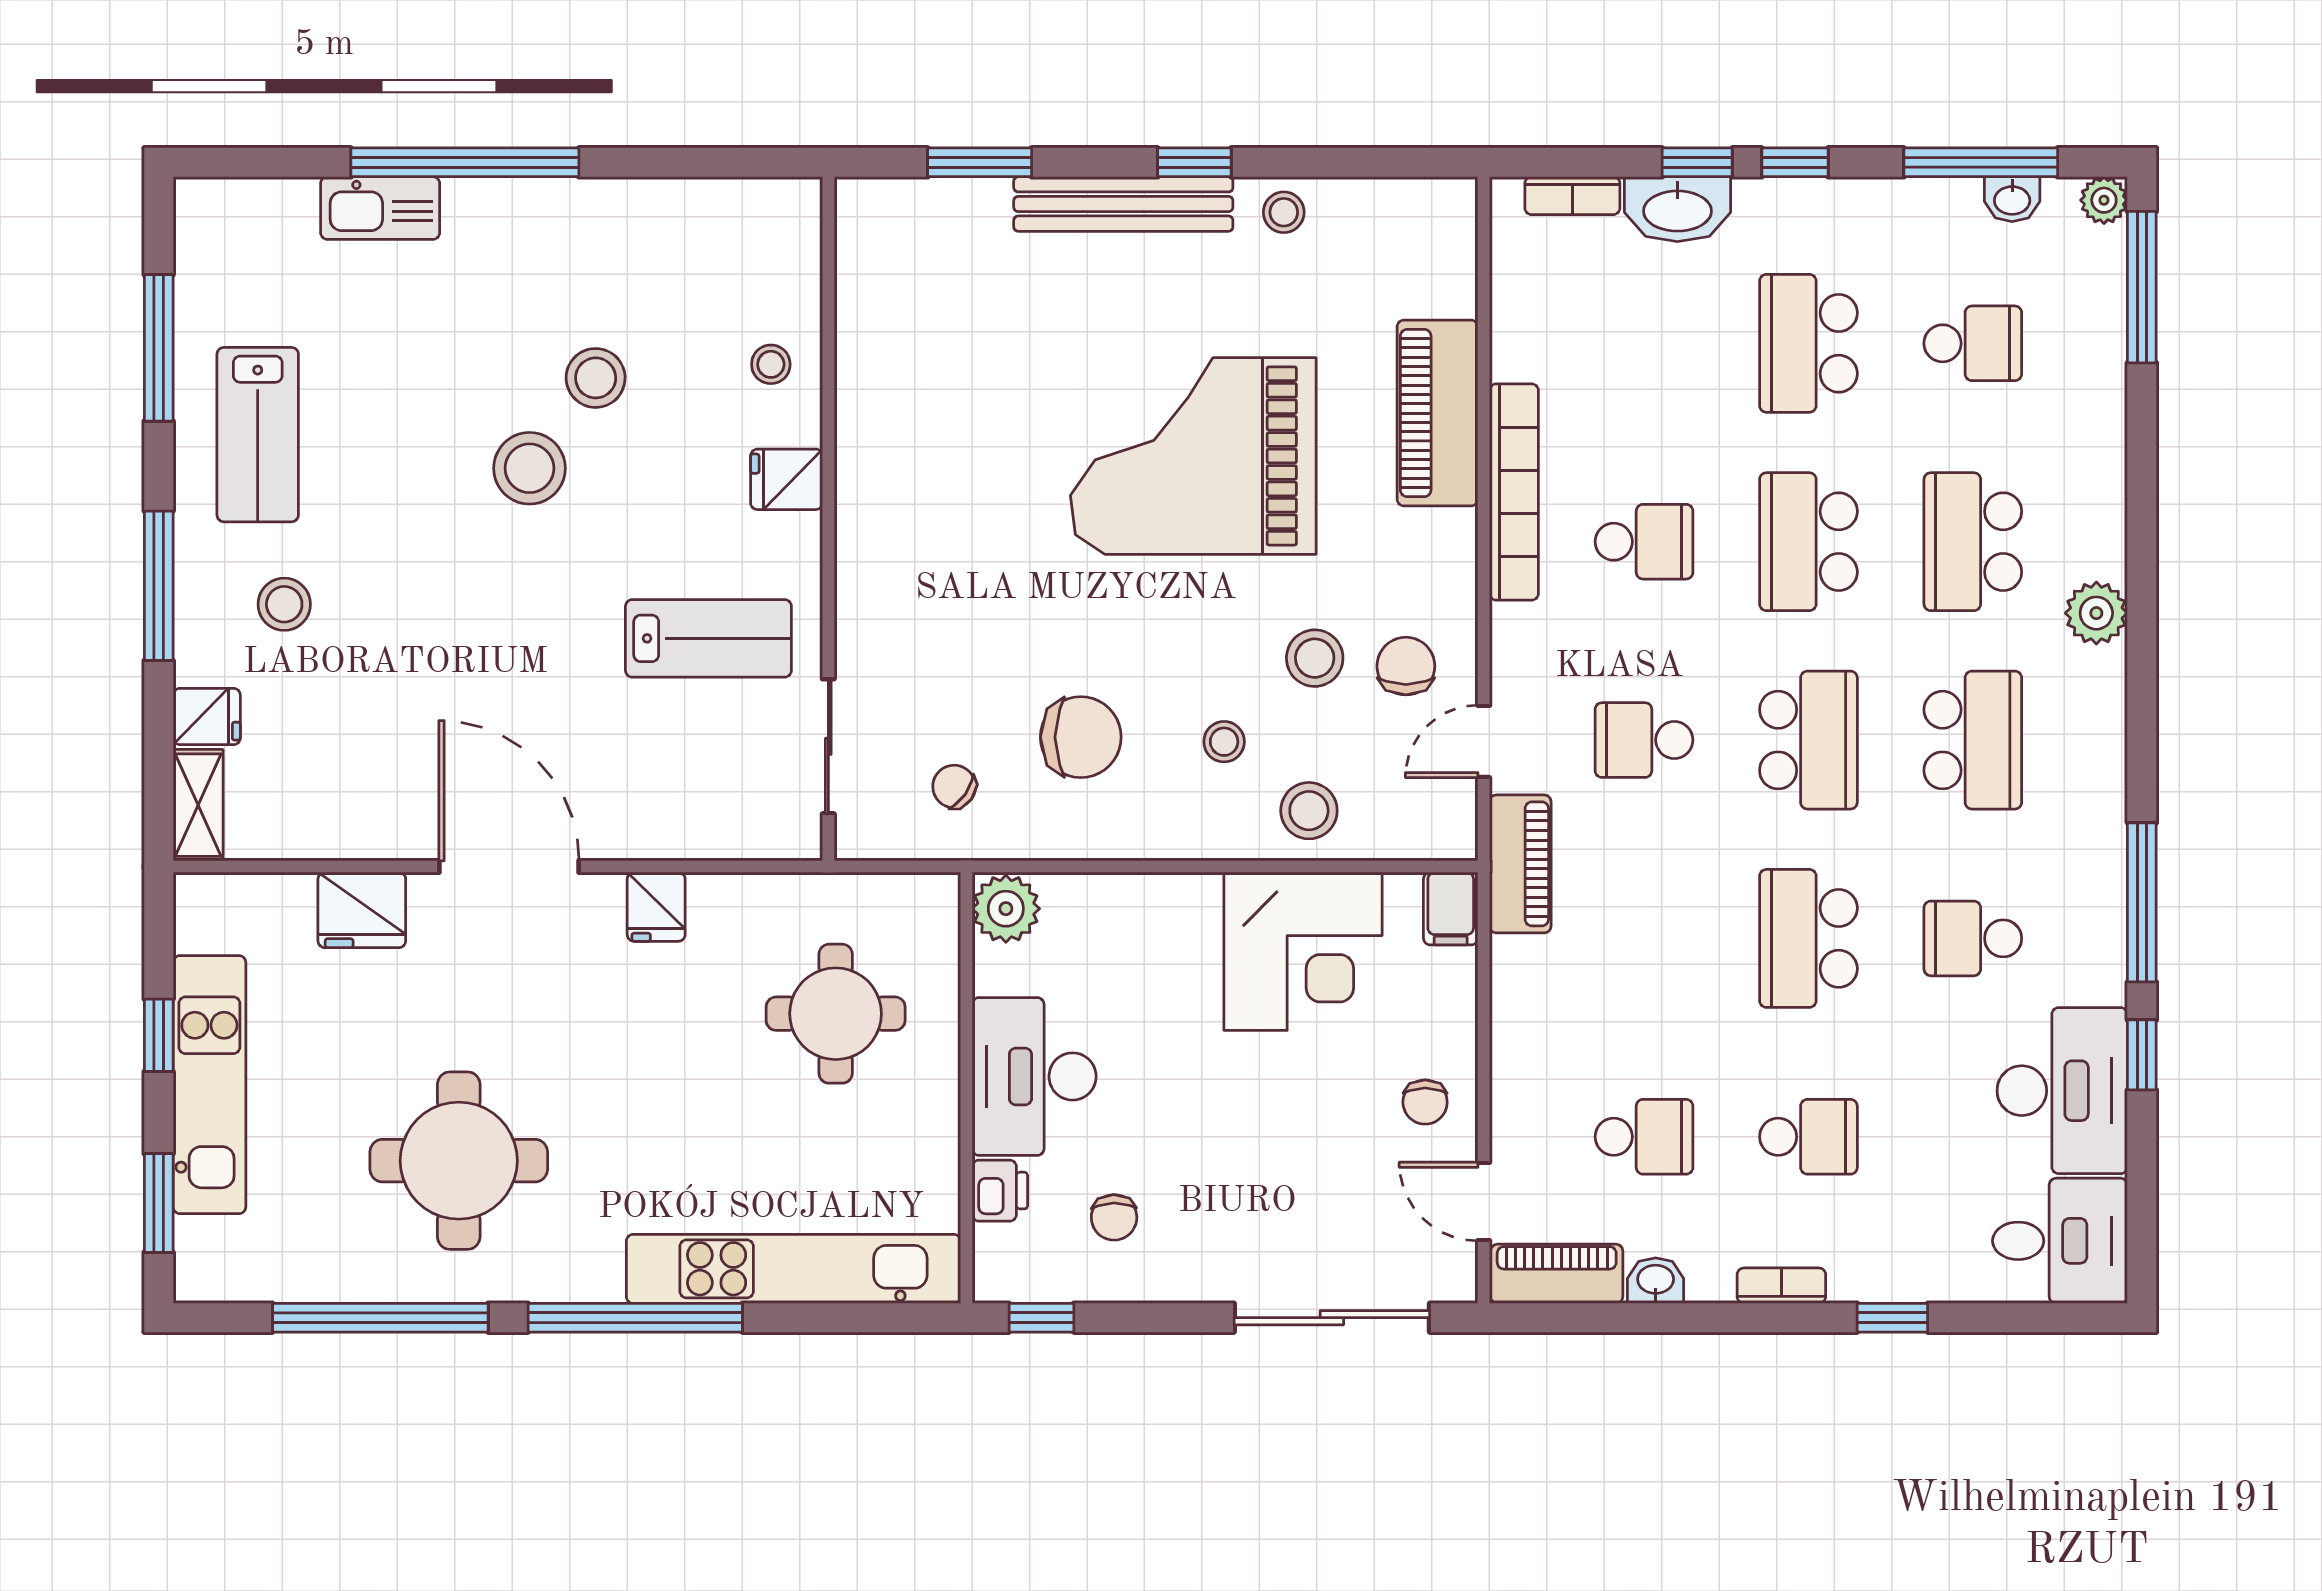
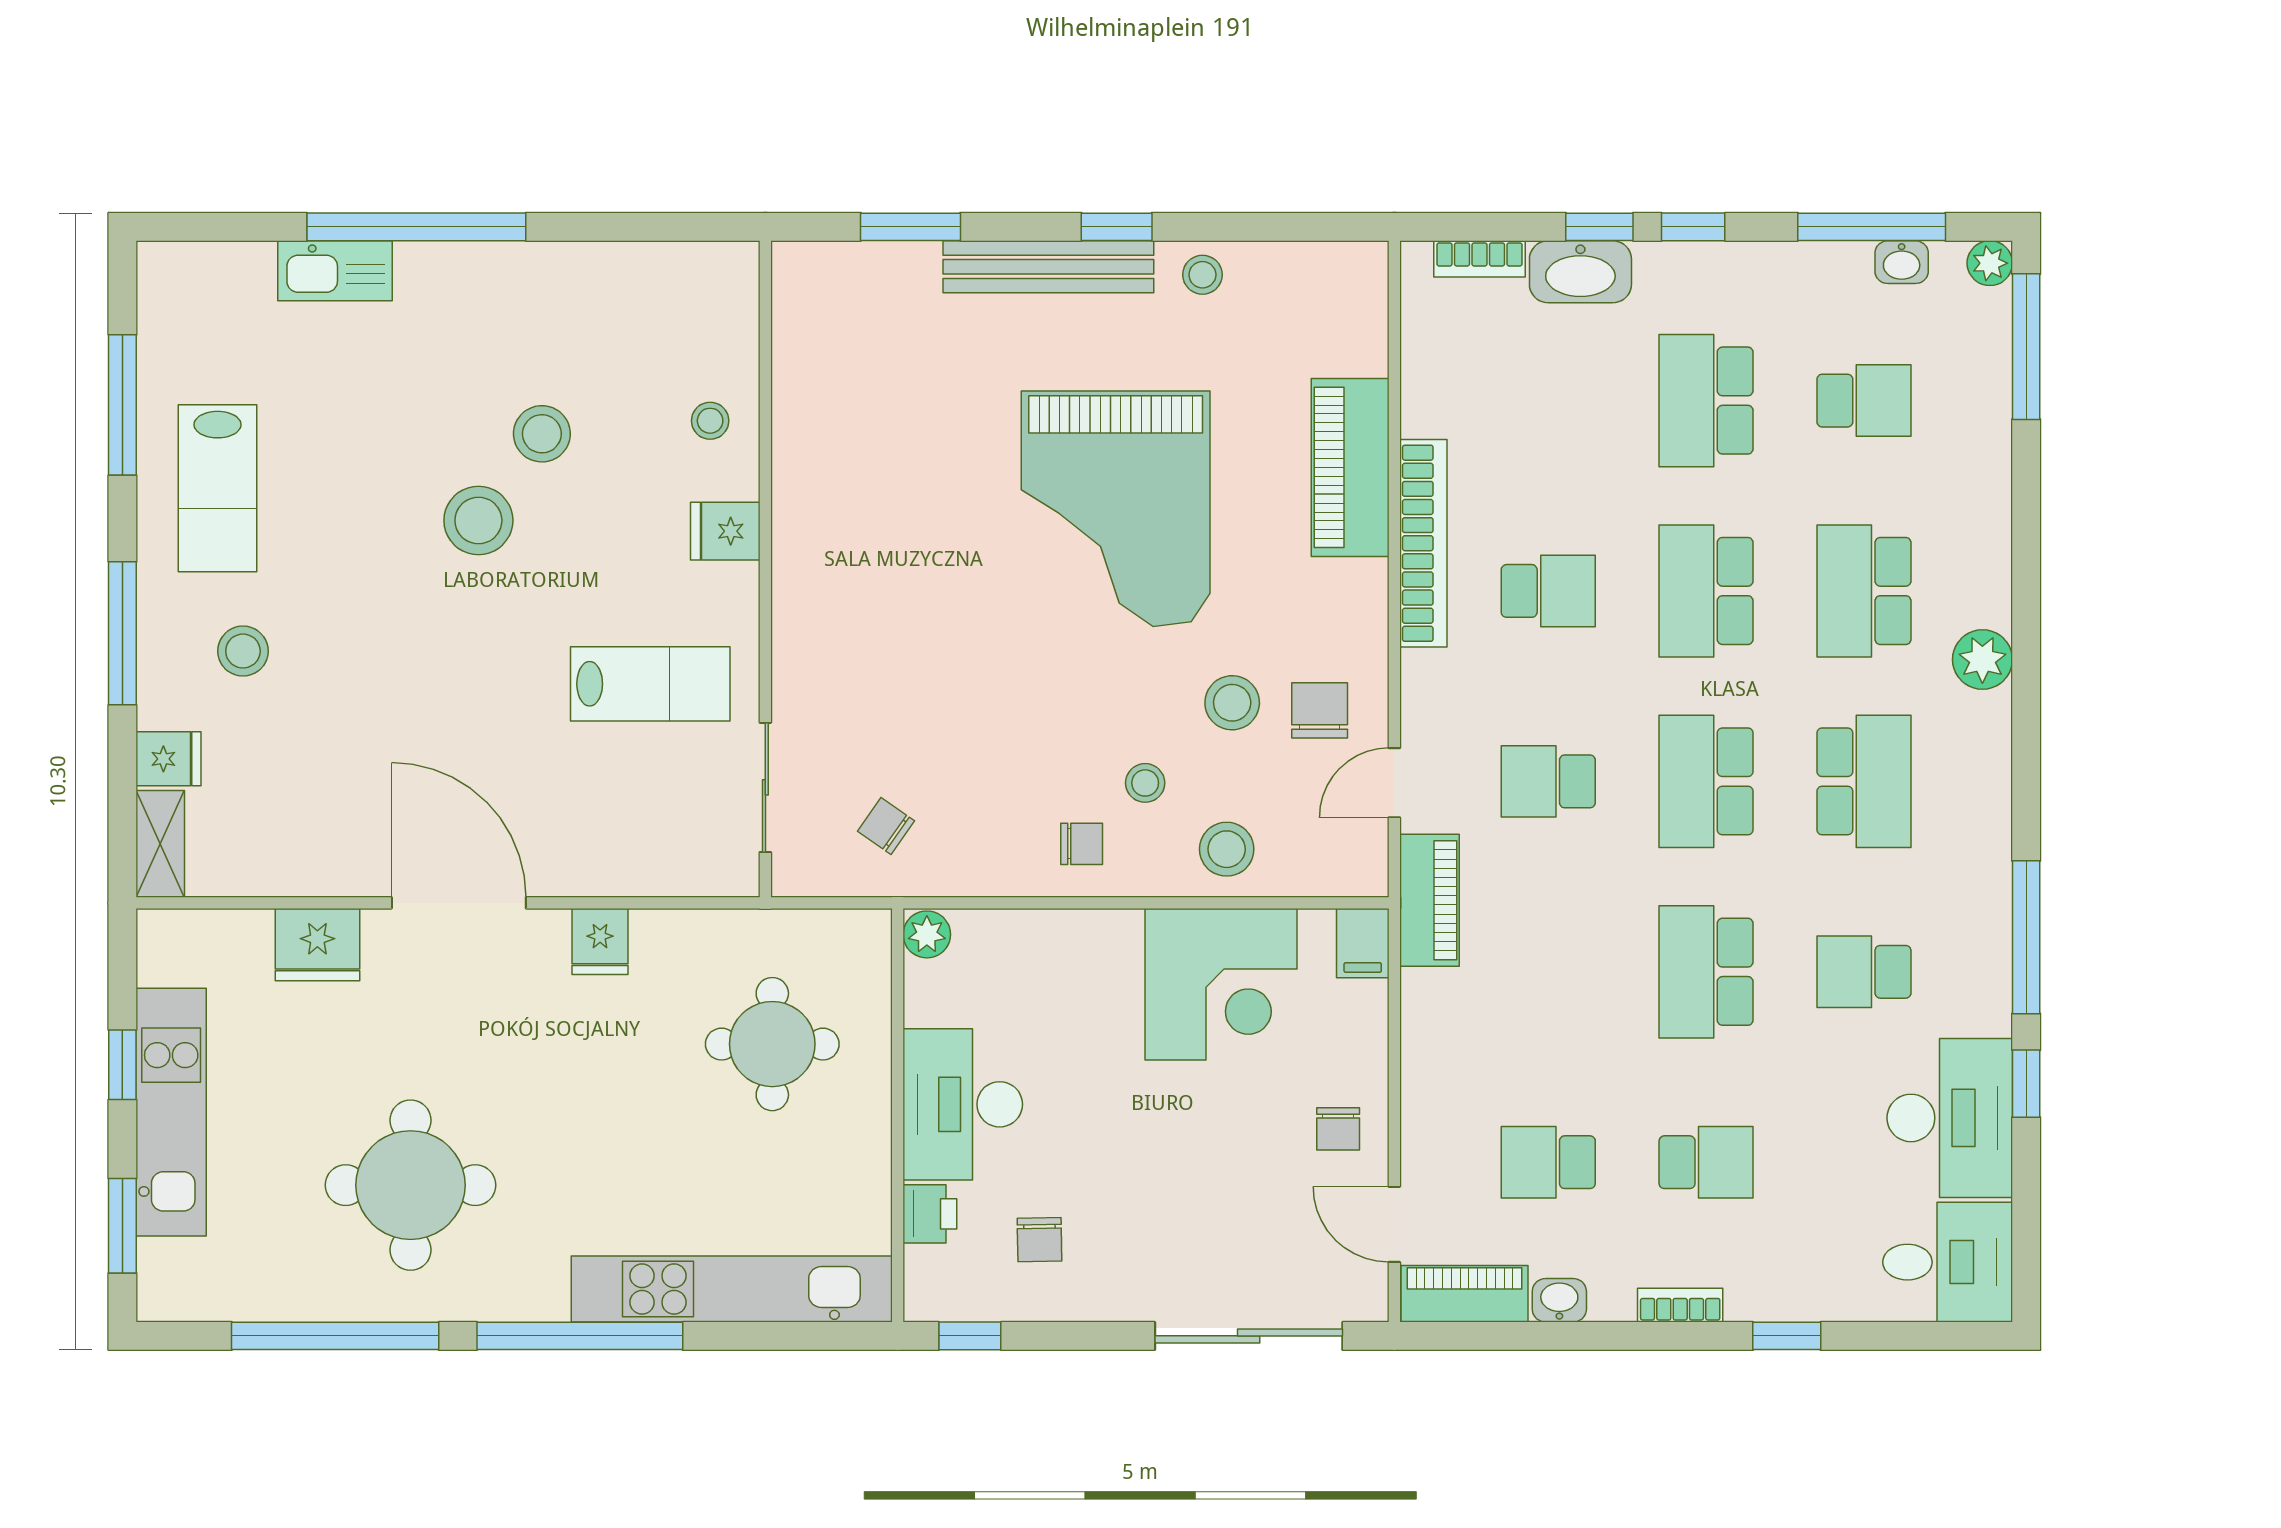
grand piano: (1193, 456) -> (1116, 509), turned -90
chair: (1081, 737) -> (1082, 844), moved, width x0.54, depth x0.54
school desk: (1808, 740) -> (1706, 781), turned 180
plant: (1006, 909) -> (927, 934), width x0.73, depth x0.73
school desk: (1644, 1137) -> (1548, 1162), turned 180

